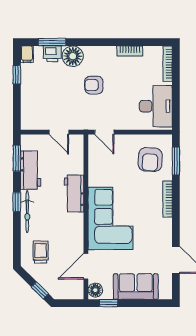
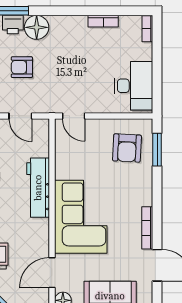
bookcase: (168, 64) -> (147, 29), width x0.64
armchair: (94, 85) -> (22, 67), moved
workbench: (74, 194) -> (38, 188), width x1.38
bookcase: (168, 199) -> (147, 228), moved

